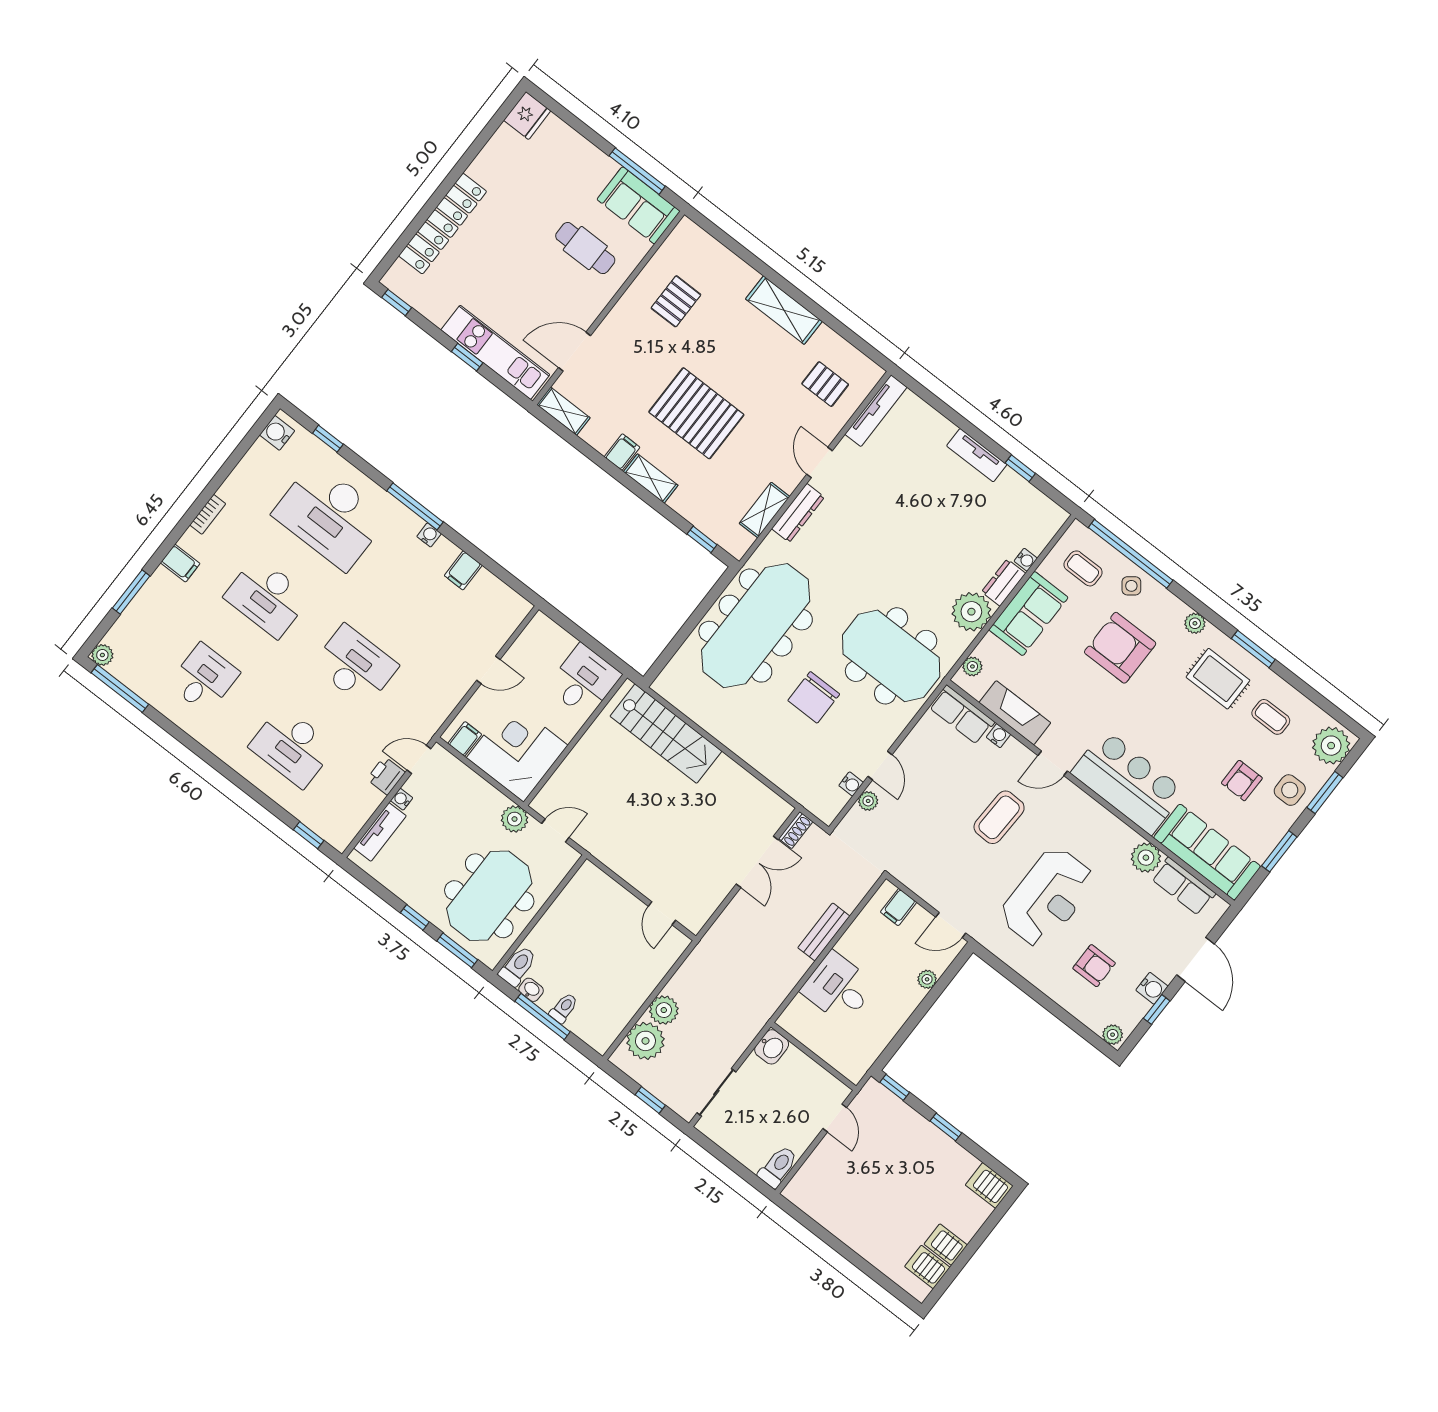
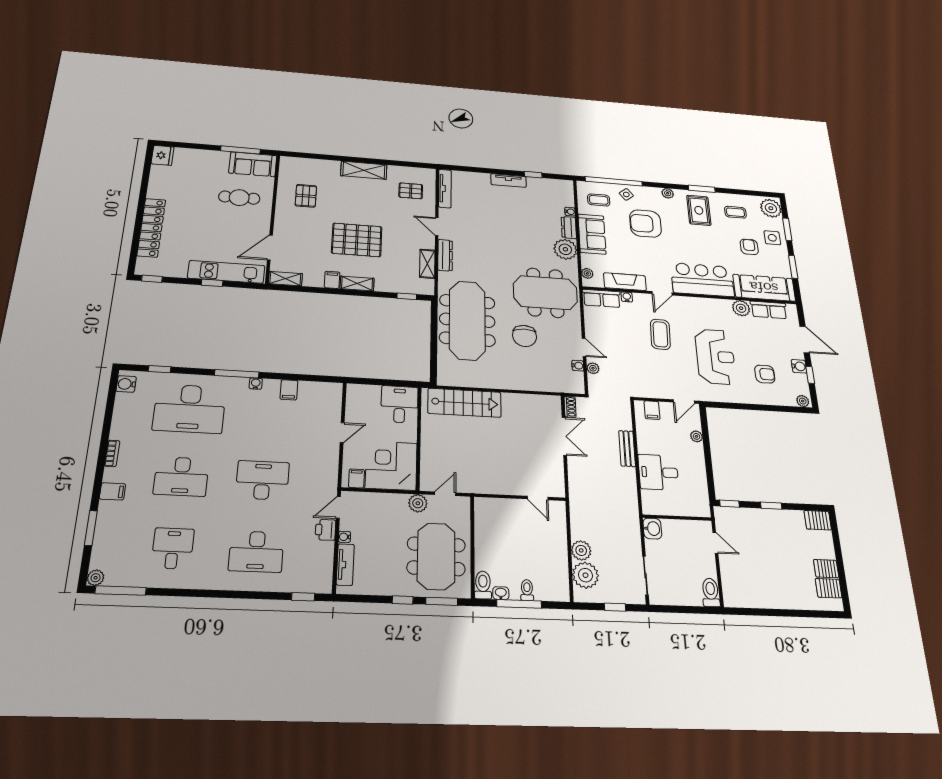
rug: (1218, 679) -> (699, 210), turned 90
armchair: (1242, 781) -> (749, 247), turned 180

